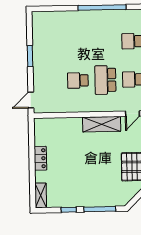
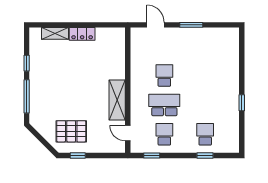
window: (102, 8) -> (242, 103), width x0.32
door: (31, 100) -> (156, 25), moved
shelving: (41, 195) -> (55, 33), moved

